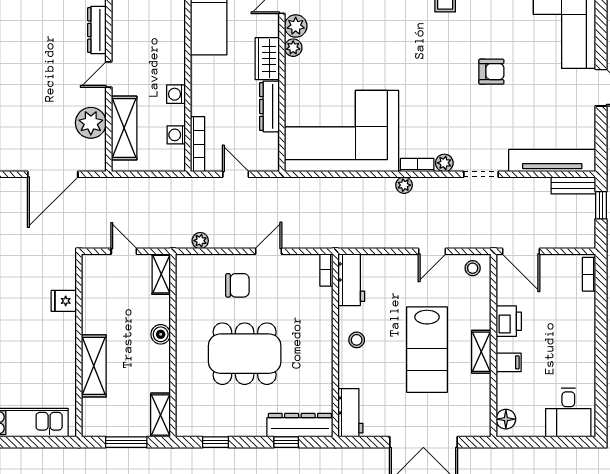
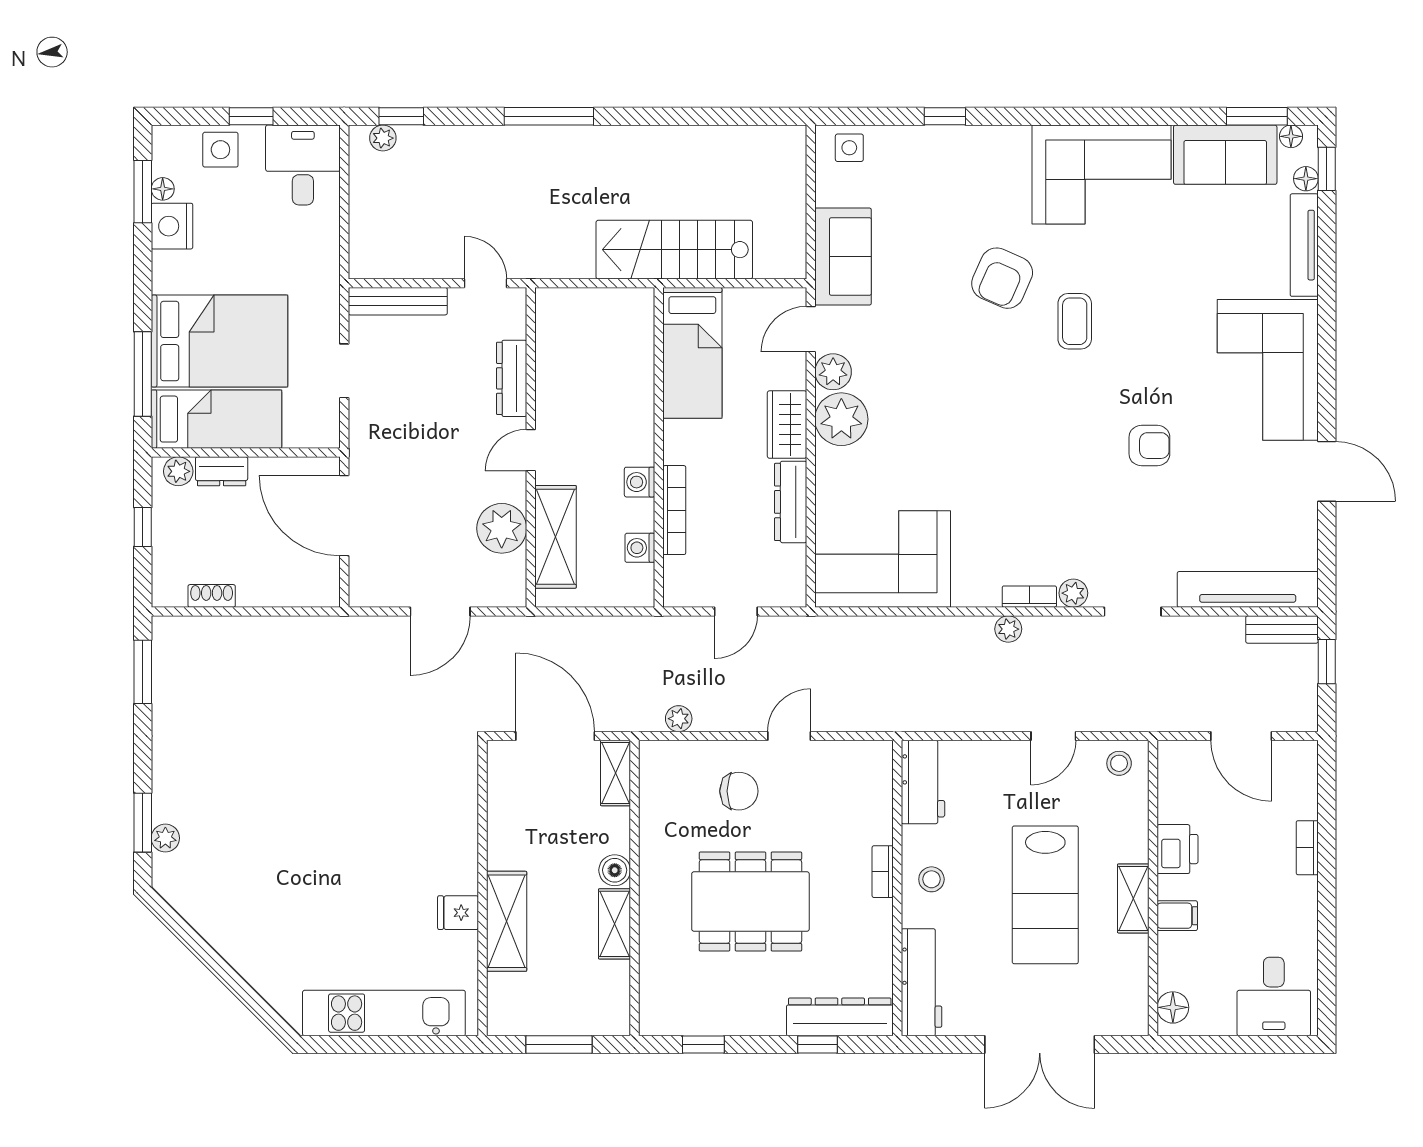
plant: (293, 48) -> (841, 419), width x1.87, depth x1.87
corner sofa: (342, 131) -> (883, 559), width x0.73, depth x0.74
bookcase: (197, 144) -> (674, 510), moved
door: (53, 174) -> (440, 612), width x0.73
door: (236, 174) -> (736, 612), swing flipped
door: (124, 251) -> (555, 736), width x1.88
door: (521, 251) -> (1241, 736), moved
bookcase: (326, 270) -> (883, 872), moved
bookcase: (589, 274) -> (1307, 848), moved
fridge: (64, 301) -> (458, 913), moved
workbench: (350, 413) -> (921, 982), width x1.38
shelving: (161, 415) -> (614, 924), moved

